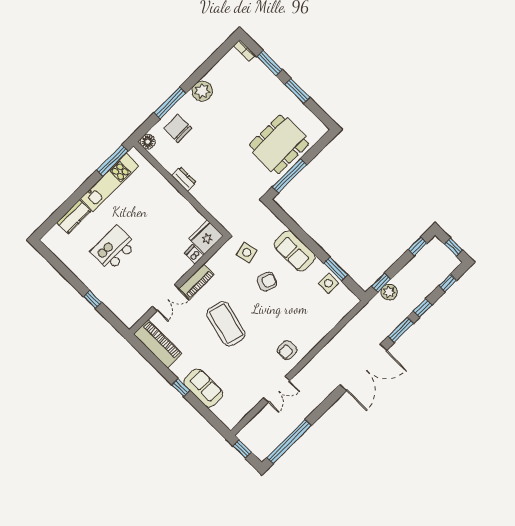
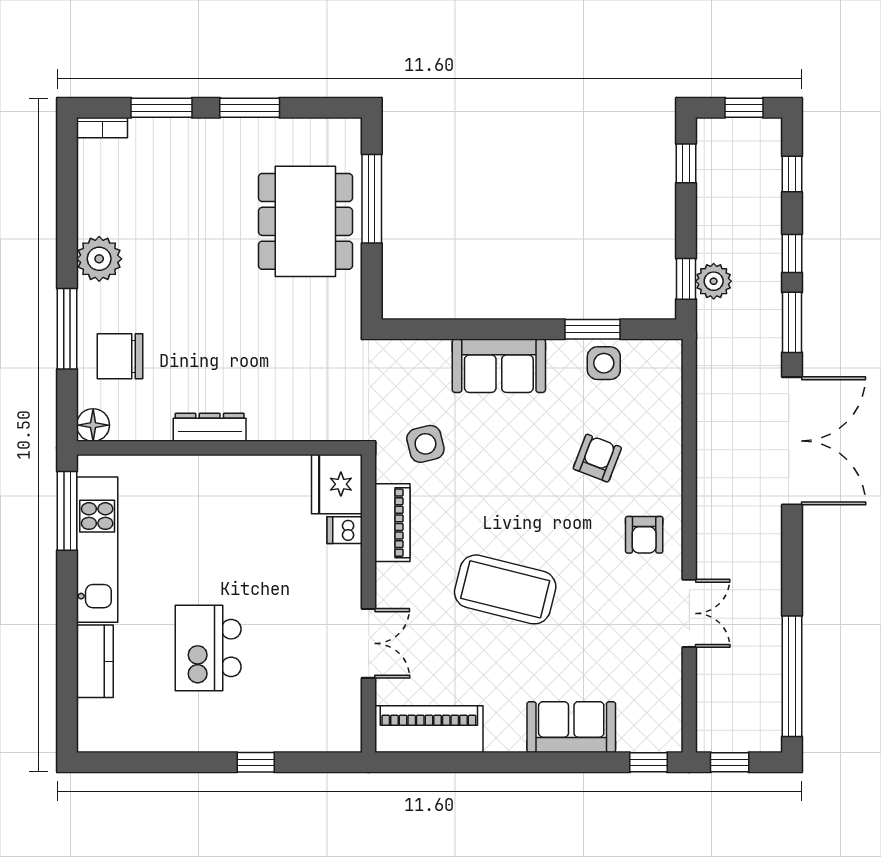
window: (289, 176) -> (372, 199), moved
dresser: (184, 179) -> (210, 427), width x1.44
piano: (197, 282) -> (392, 523), moved
armchair: (267, 282) -> (597, 458), moved
window: (181, 387) -> (648, 762), moved

